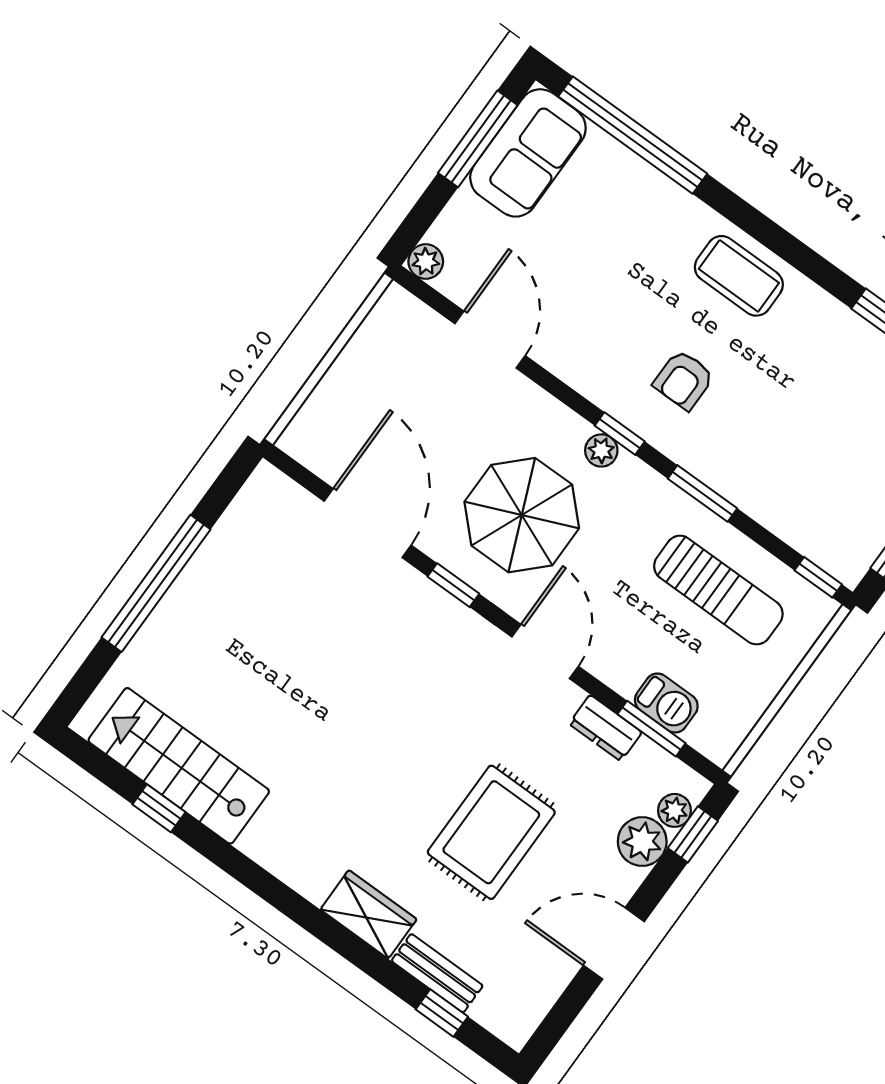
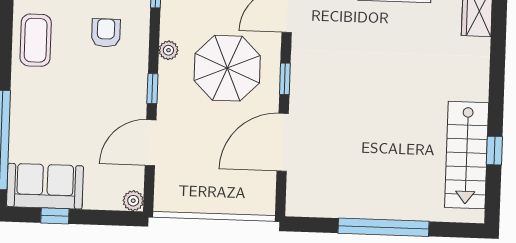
window: (478, 139) -> (55, 216), width x0.46
armchair: (684, 380) -> (106, 33), turned -90
window: (620, 434) -> (152, 89), moved

